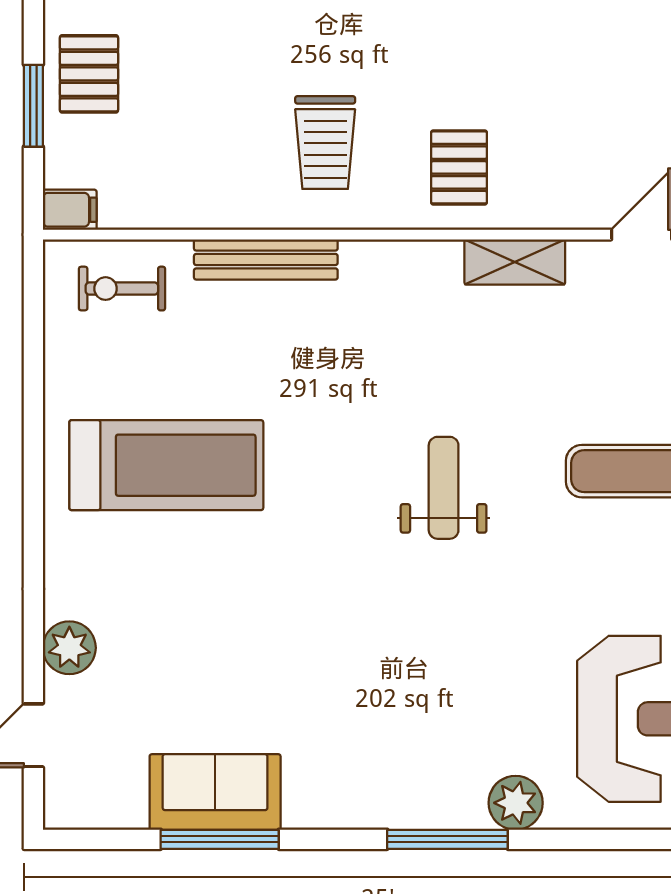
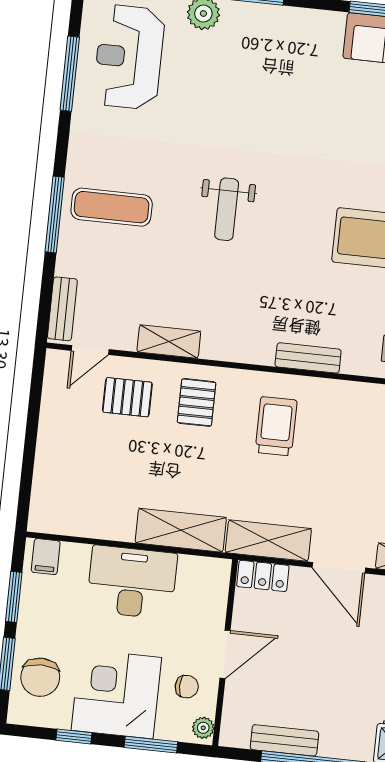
pallet: (573, 164) -> (127, 397), added
bench: (266, 259) -> (308, 358), width x0.73

